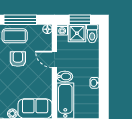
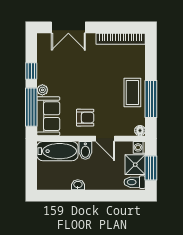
armchair: (18, 59) -> (85, 118), moved
door: (54, 59) -> (105, 139), swing flipped

